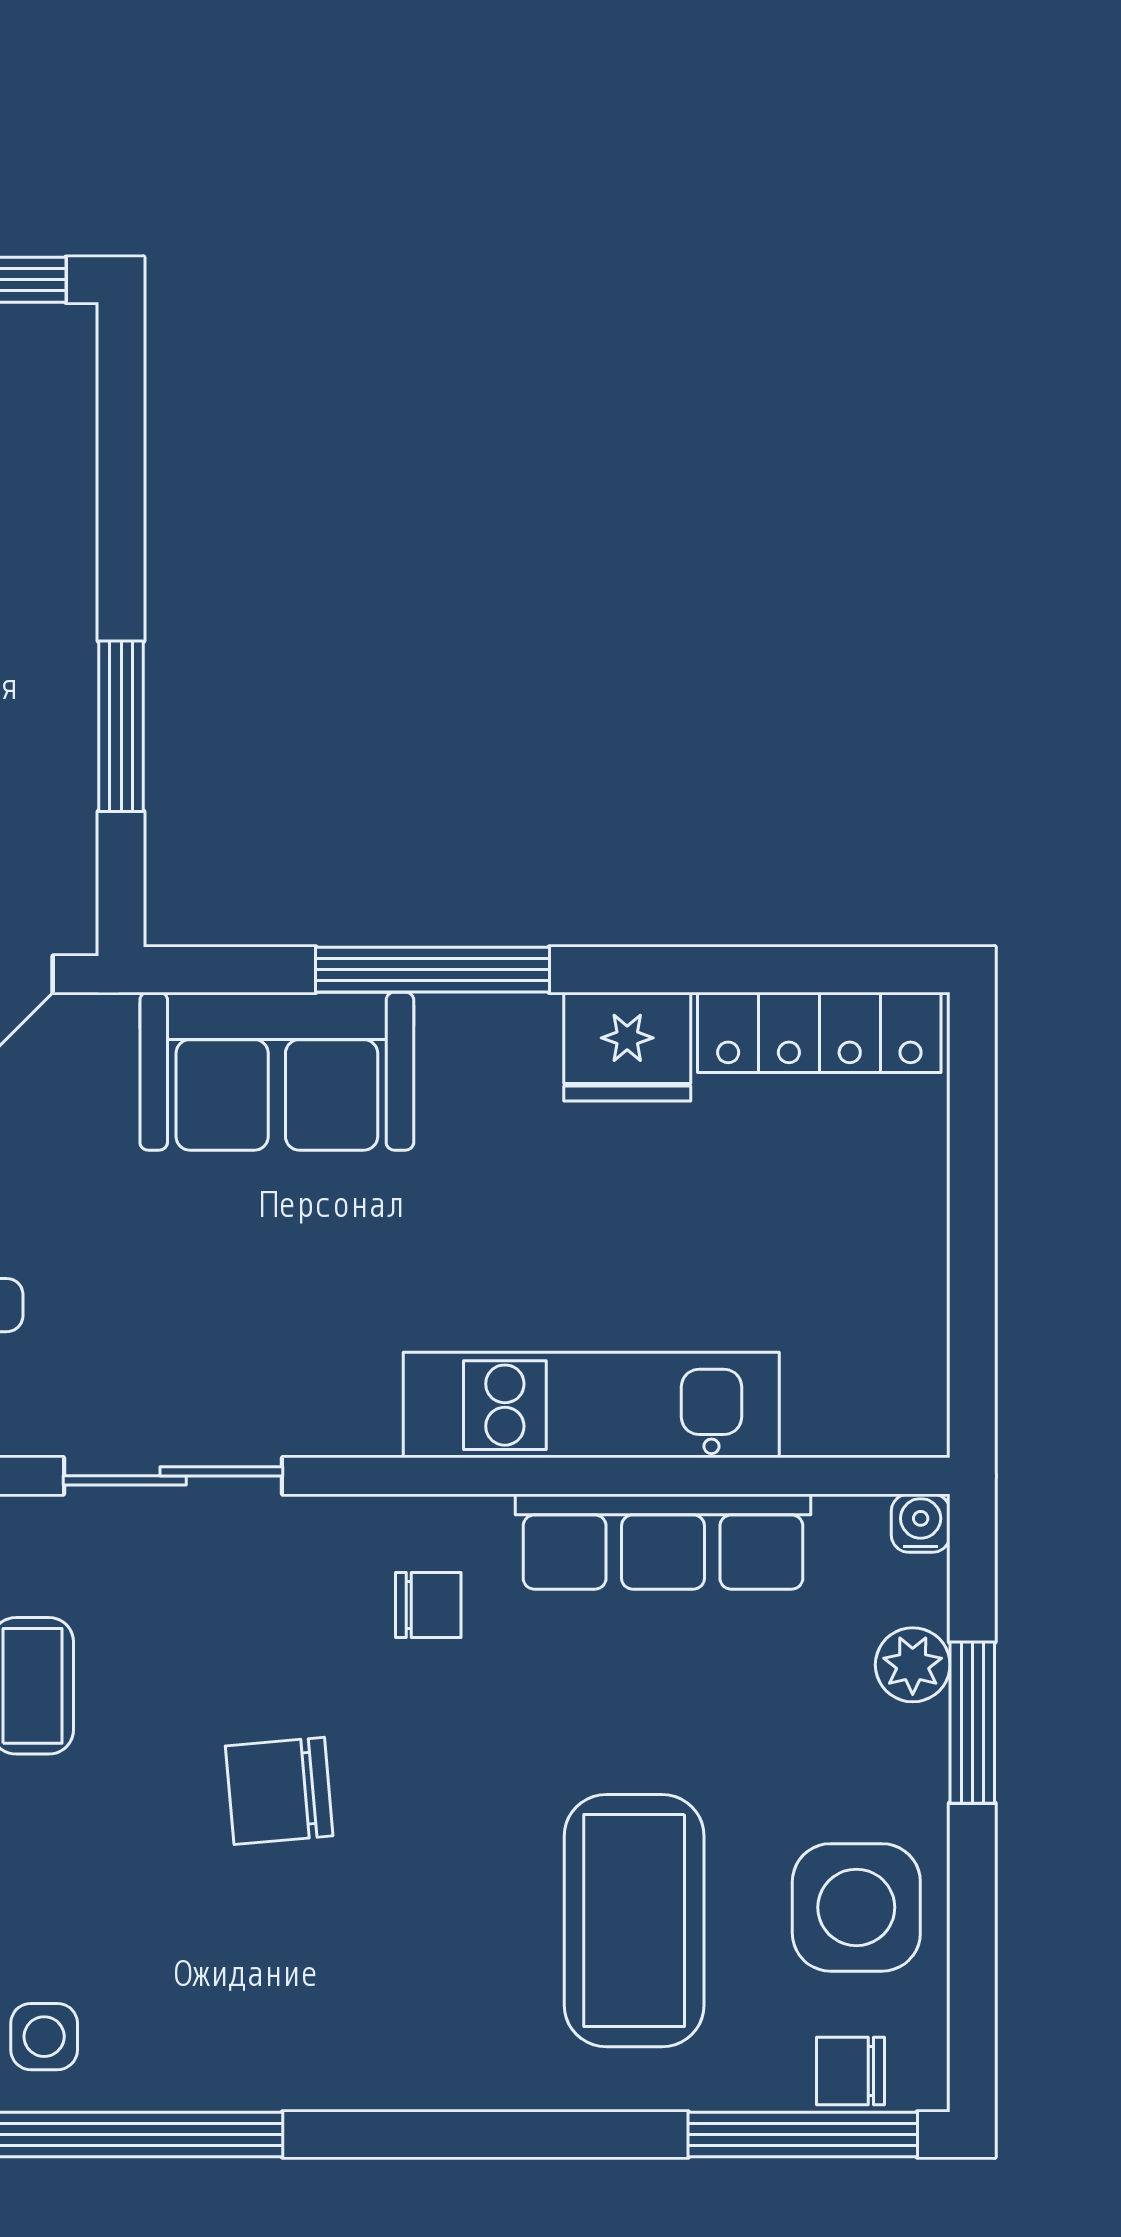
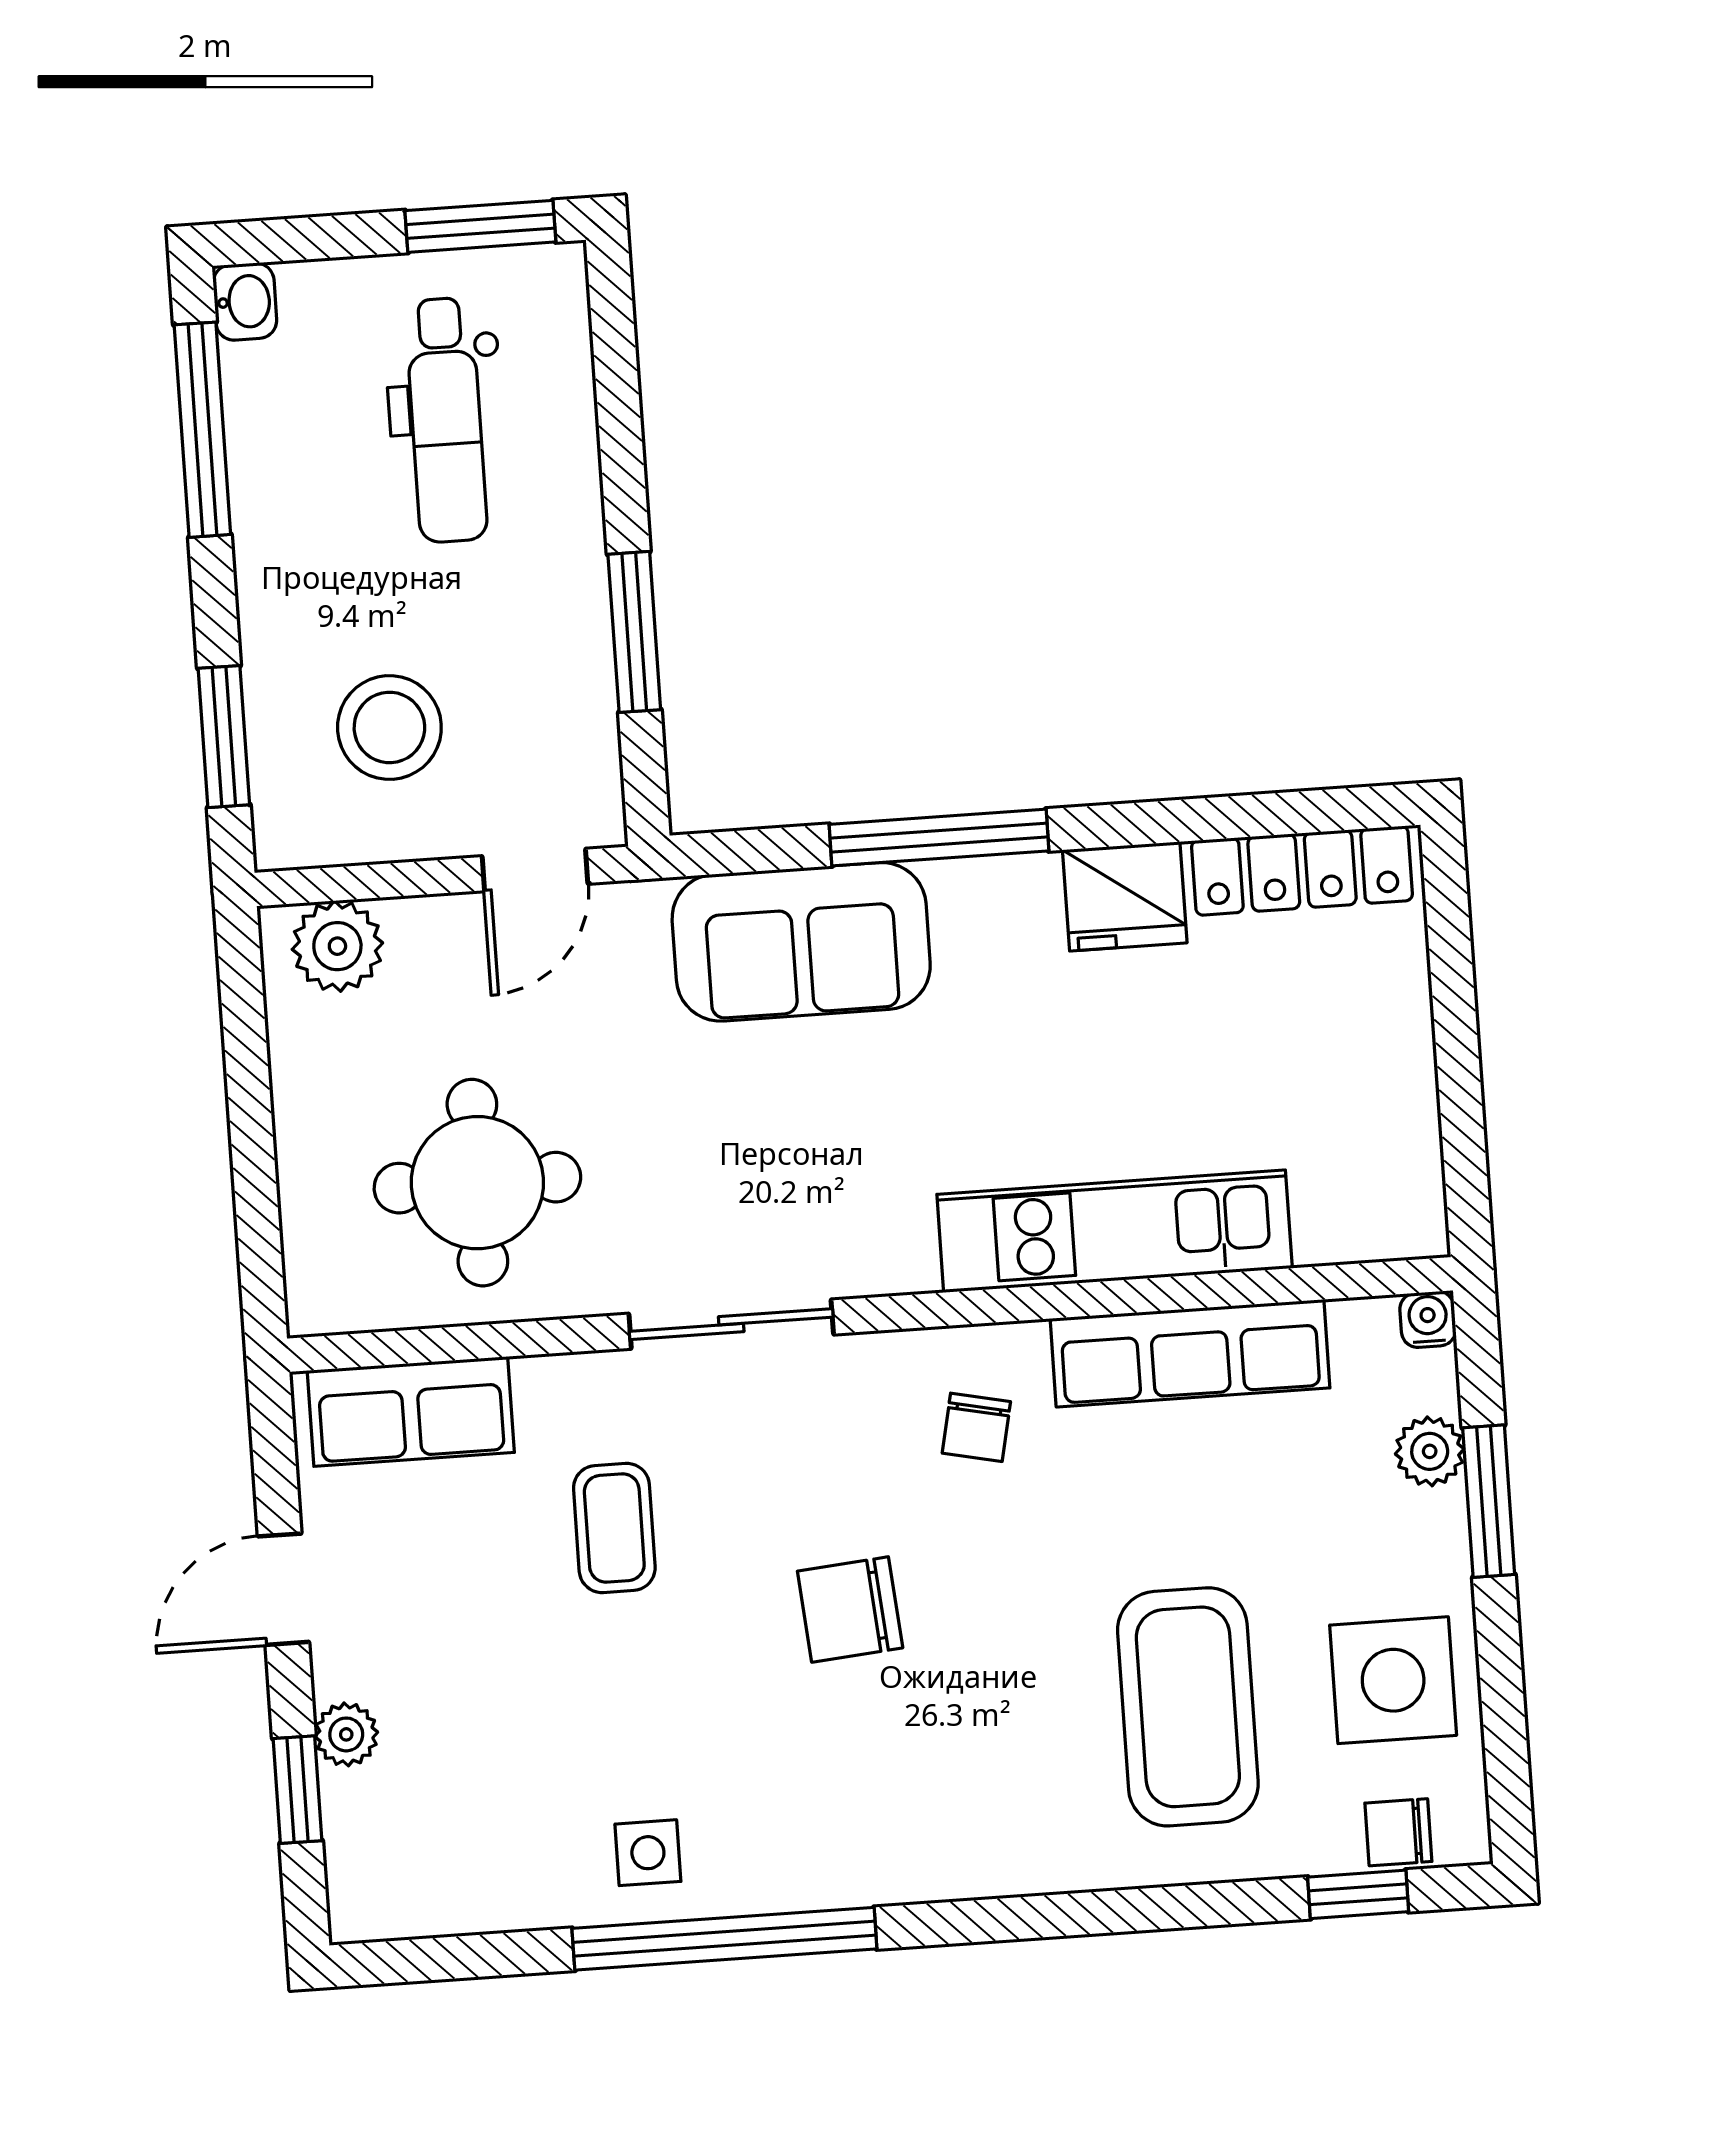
chair: (428, 1605) -> (976, 1427), turned 102
window: (803, 2135) -> (1358, 1894), width x0.46

